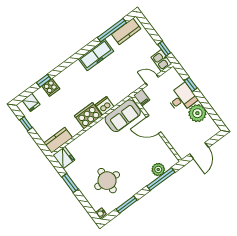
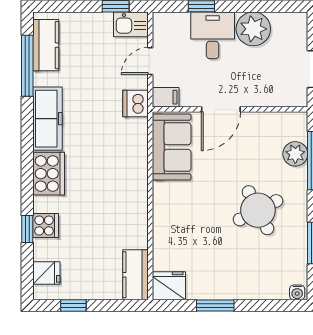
dishwasher: (105, 106) -> (135, 104), moved
cooker: (88, 116) -> (49, 174), moved, turned 180
round table: (107, 181) -> (258, 210), moved, turned -31

